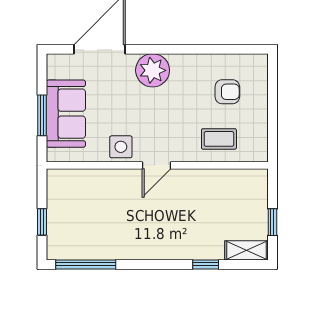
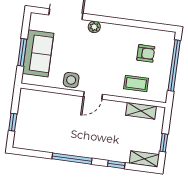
plant: (153, 70) -> (94, 27), width x0.53, depth x0.53
window: (272, 104) -> (174, 65), added
shelving: (232, 179) -> (141, 111), added
window: (86, 264) -> (72, 159), moved

